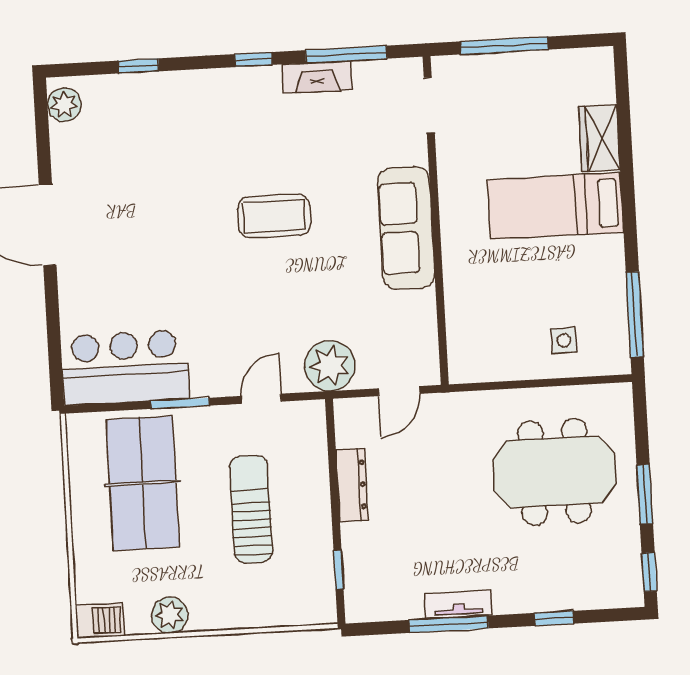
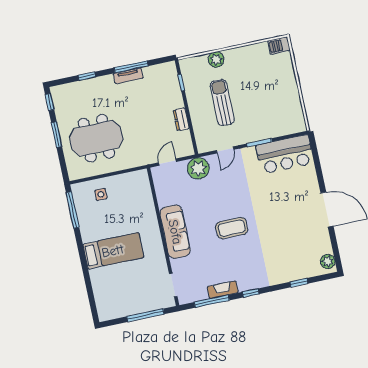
wardrobe: (599, 138) -> (99, 282), removed
table tennis table: (143, 483) -> (270, 106), removed
dresser: (352, 485) -> (181, 119), width x0.70
sun lounger: (251, 509) -> (222, 103), turned 180
plant: (170, 615) -> (216, 60), moved

